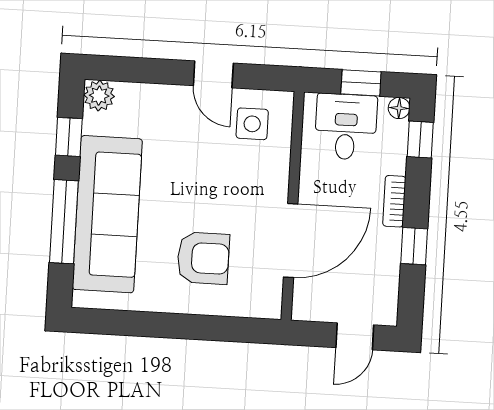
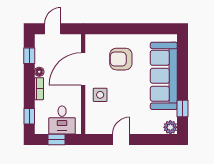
door: (213, 74) -> (121, 139), hinge flipped
floor lamp: (399, 108) -> (39, 72), moved
side table: (252, 124) -> (100, 95), moved
window: (64, 222) -> (183, 71), removed
window: (414, 246) -> (29, 56), moved

